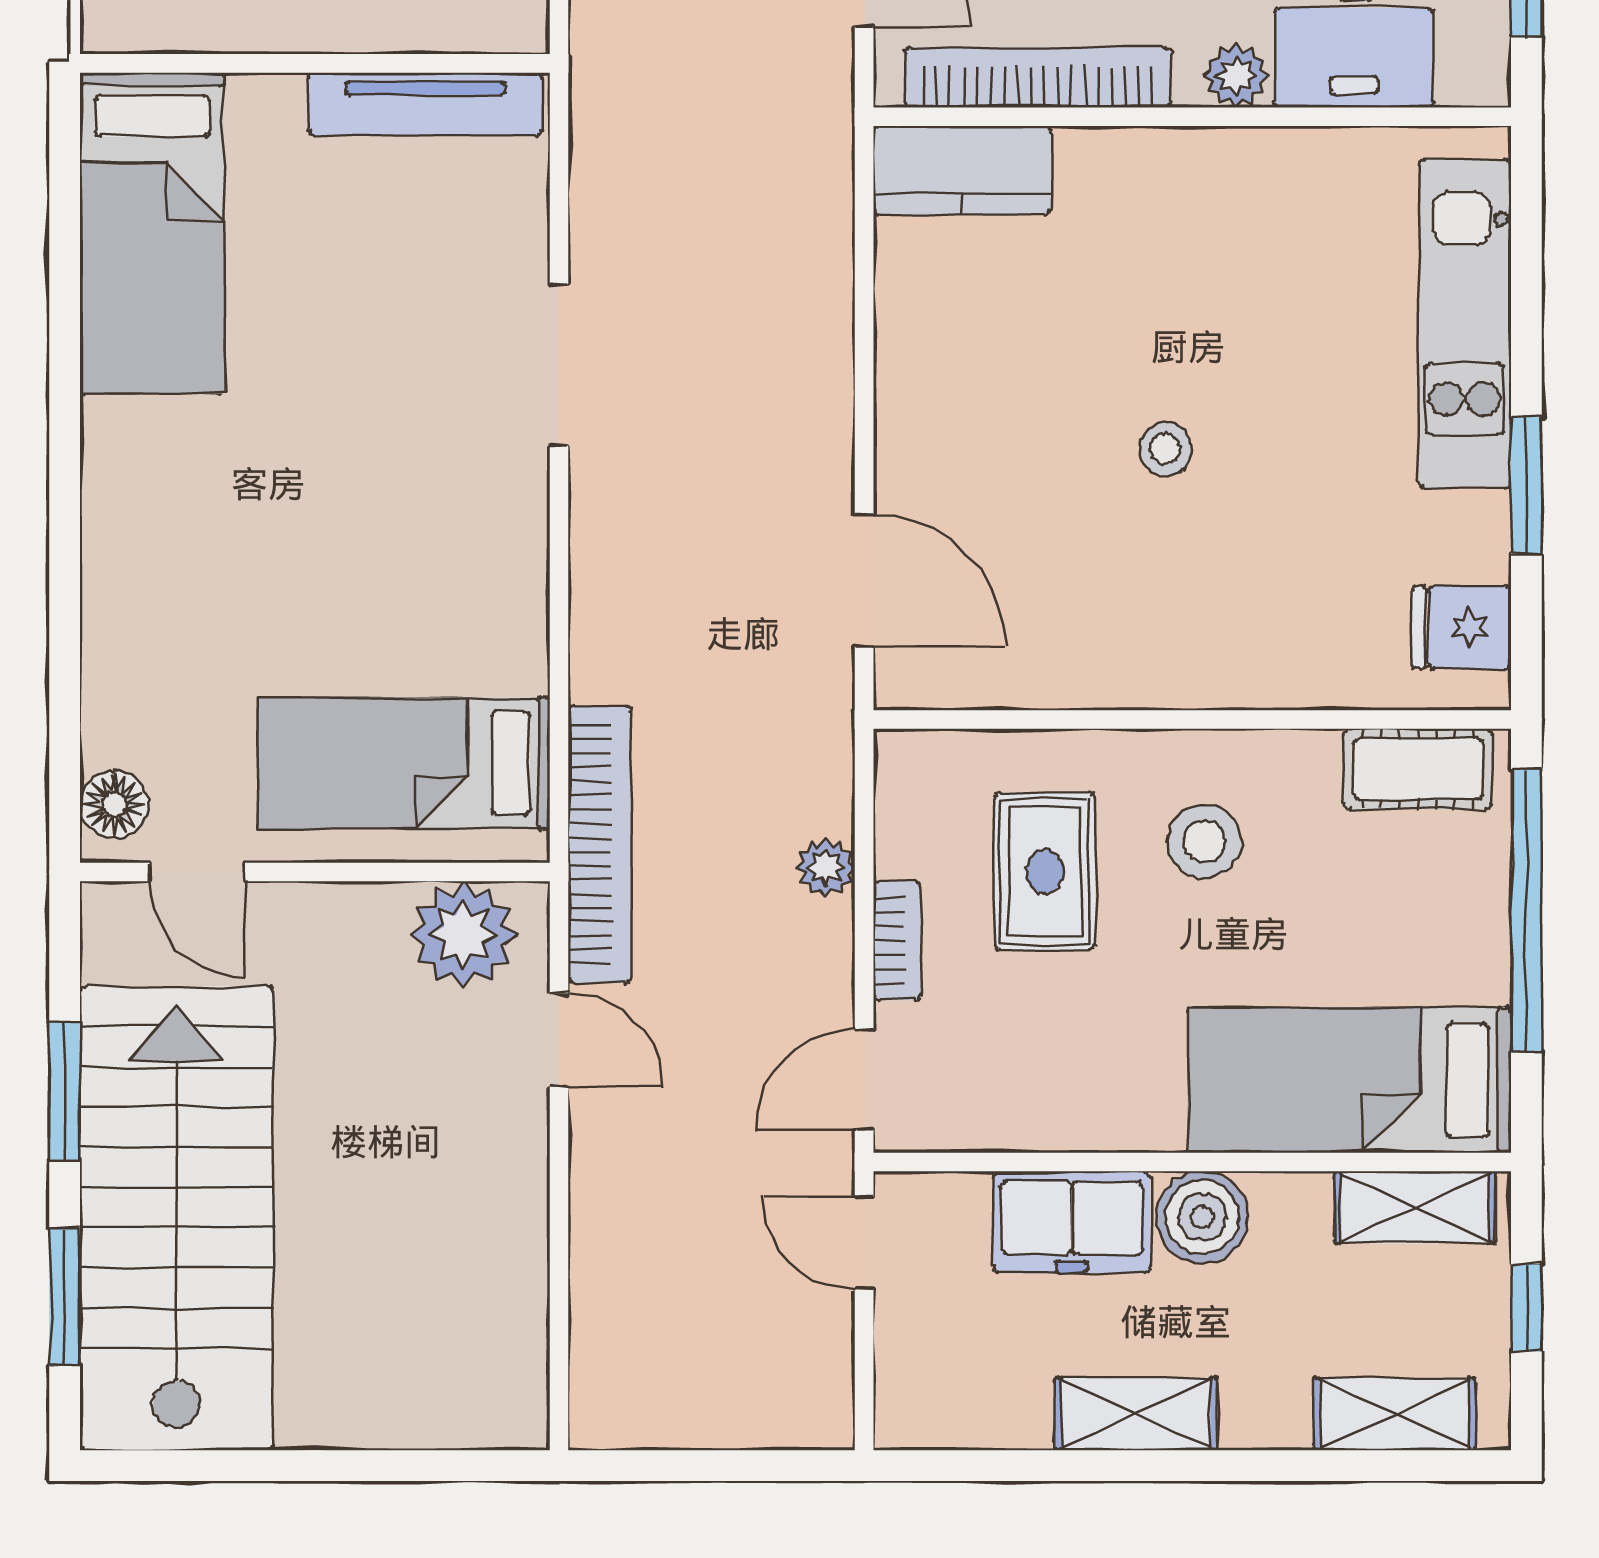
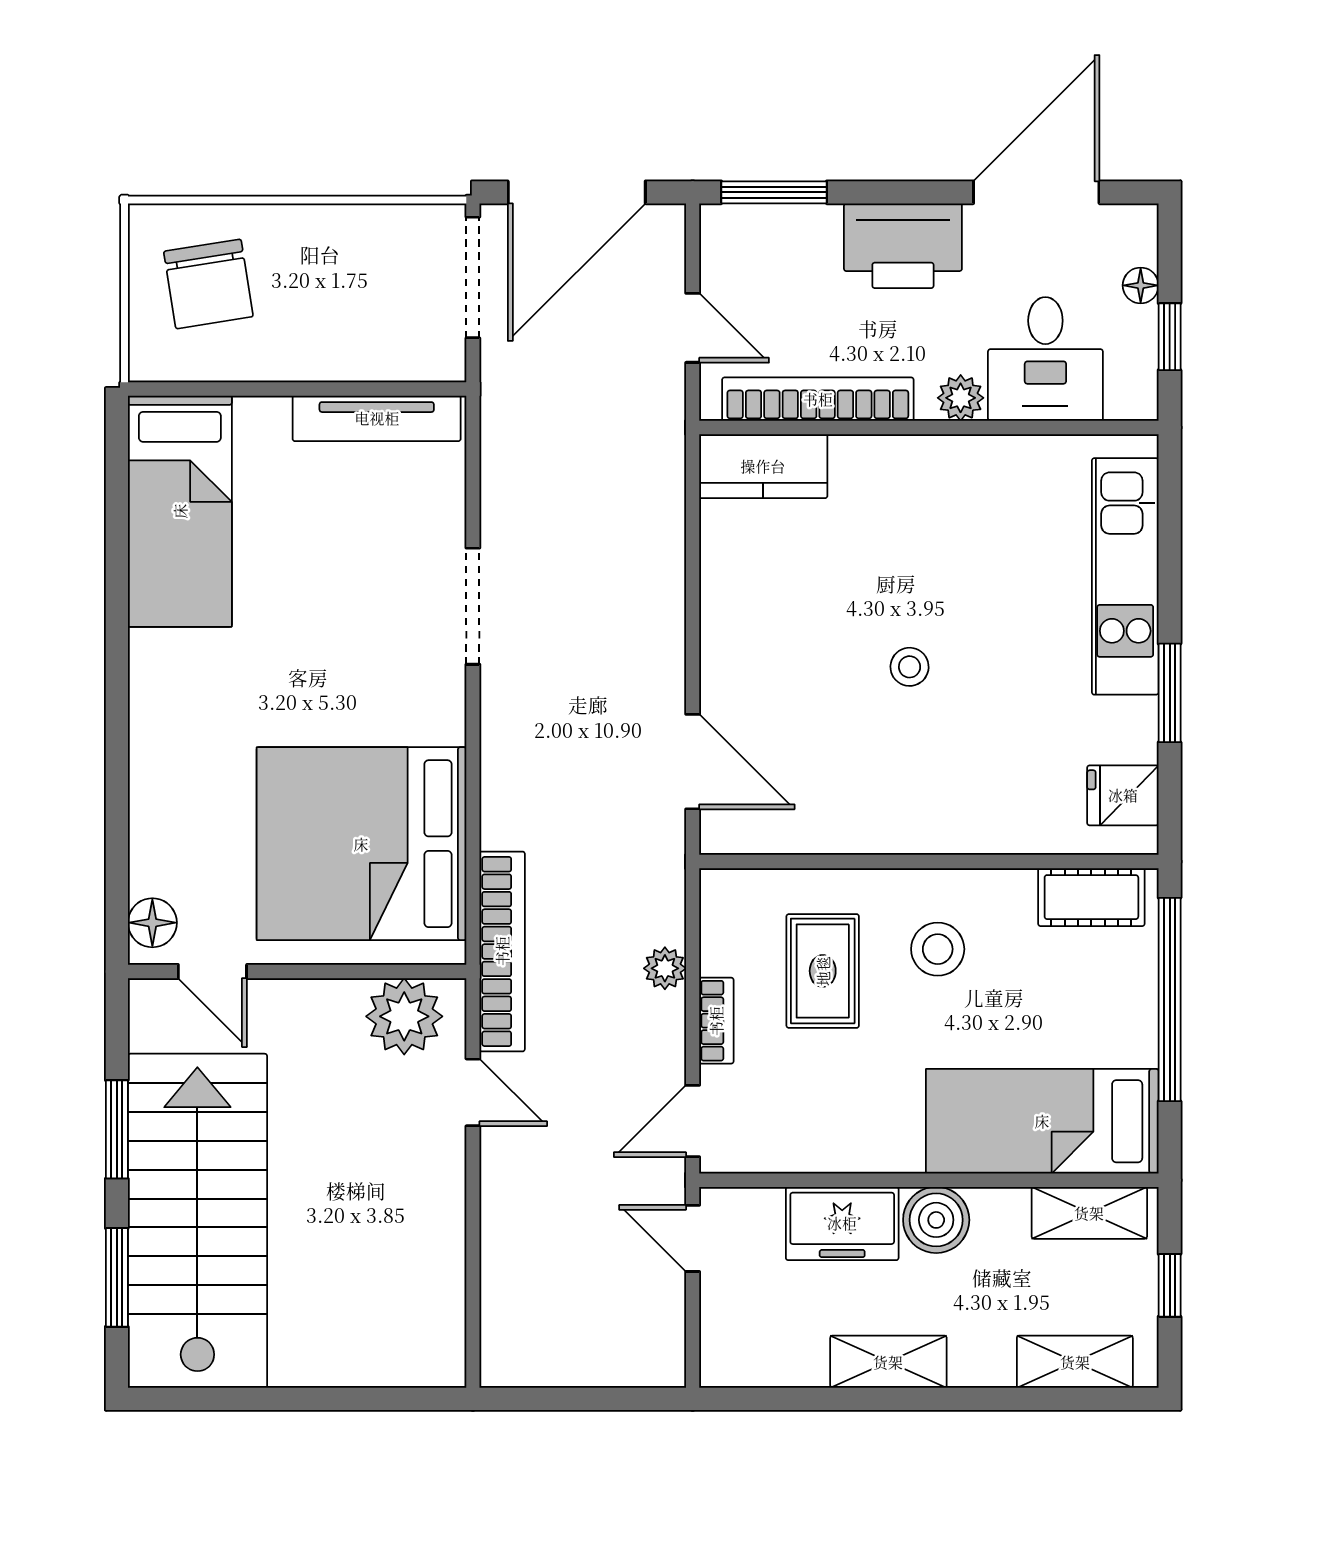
bed: (404, 763) -> (361, 844), width x2.04

